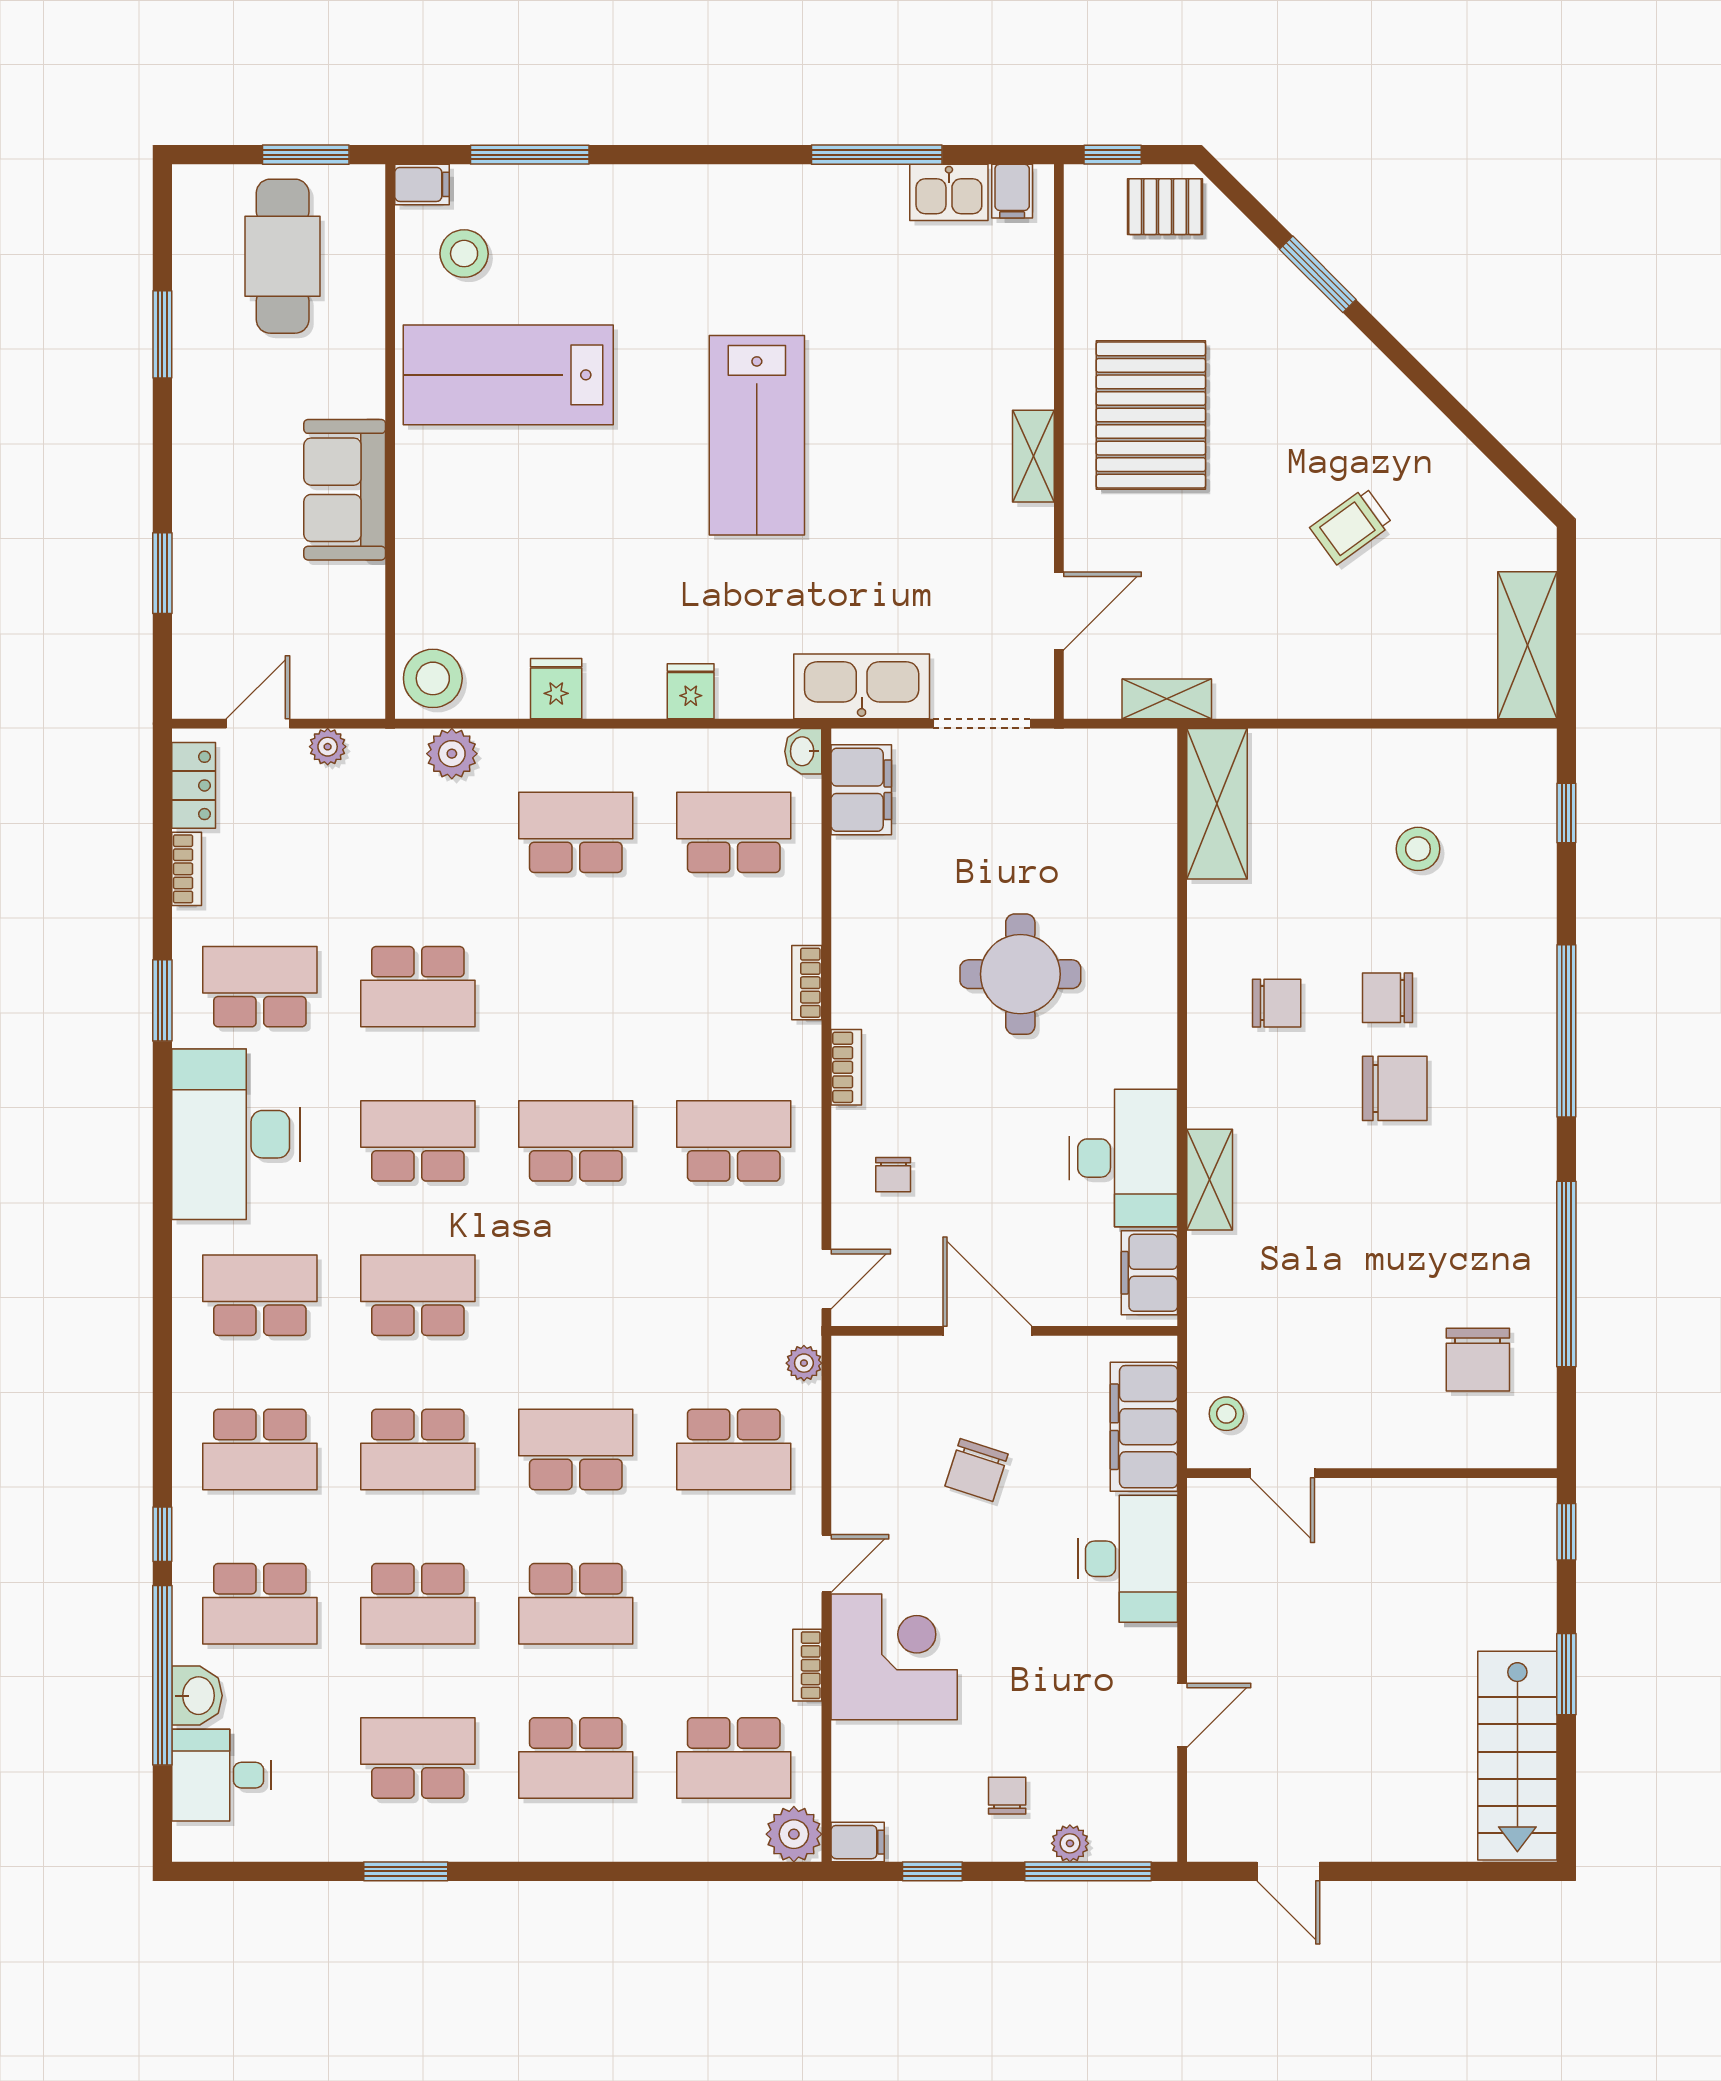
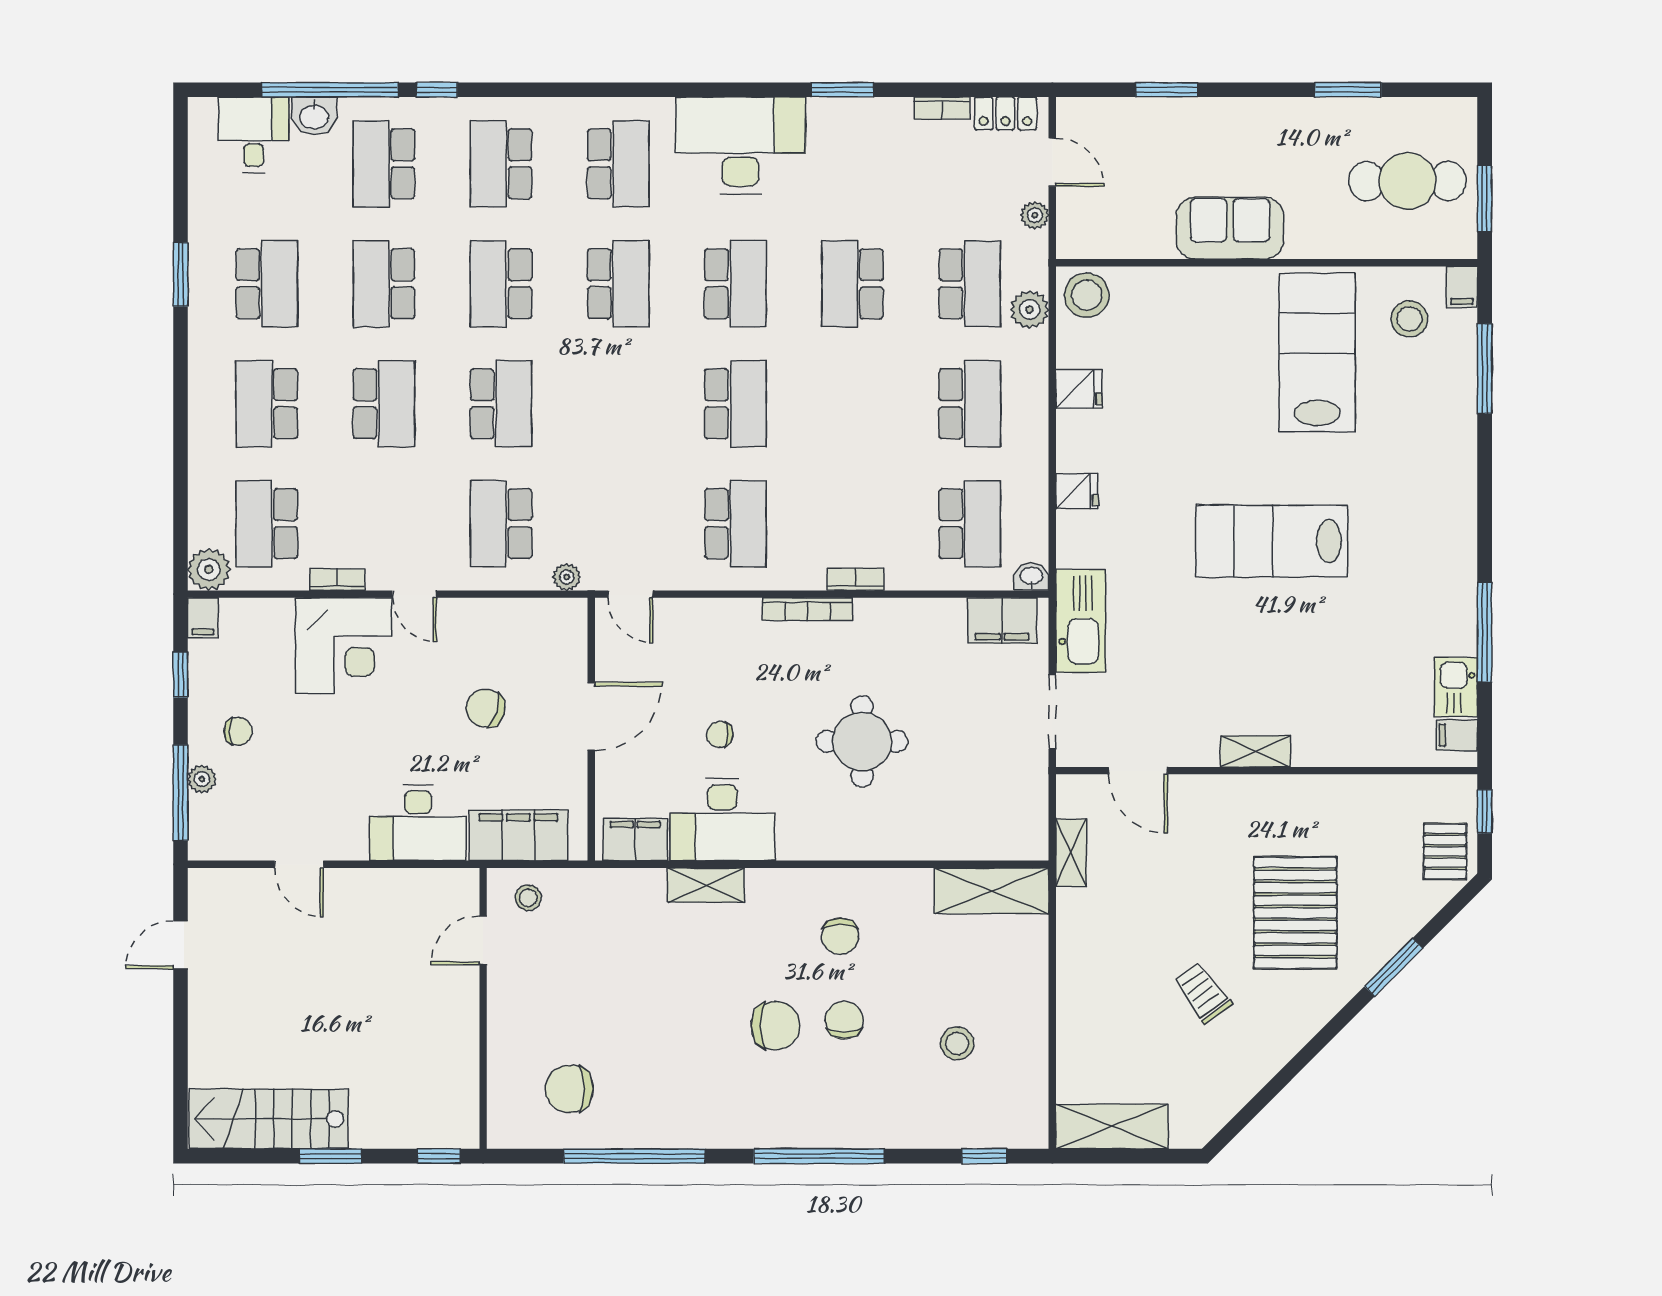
pallet: (1151, 415) -> (1295, 913), moved, turned 90
school desk: (260, 987) -> (970, 284), moved
bookcase: (846, 1067) -> (807, 609), width x1.56
chair: (1395, 1088) -> (775, 1026), turned -90
chair: (893, 1175) -> (720, 734), moved
school desk: (576, 1604) -> (384, 404), turned 180

